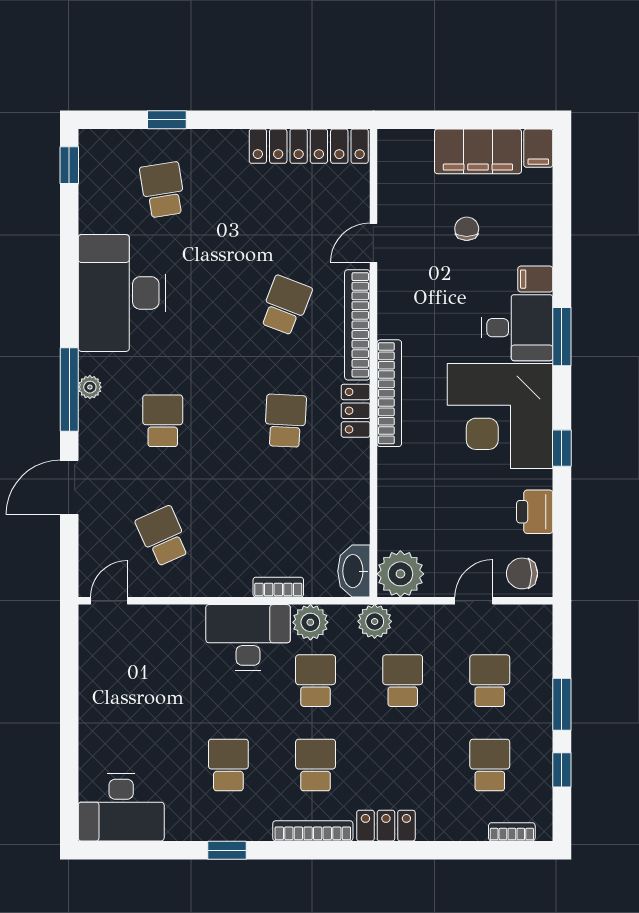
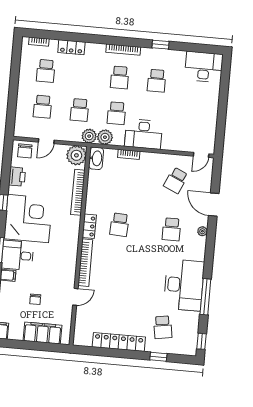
locker: (309, 146) -> (119, 342), moved
filing cabinet: (478, 151) -> (43, 333), moved
school desk: (285, 305) -> (115, 274), removed
plant: (90, 387) -> (202, 231), moved
window: (69, 390) -> (205, 297), moved
bookcase: (389, 393) -> (78, 192), moved
door: (69, 487) -> (214, 205), swing flipped
school desk: (163, 536) -> (176, 180), turned 48
chair: (522, 573) -> (25, 151), turned 90
plant: (310, 622) -> (105, 137), moved
window: (562, 704) -> (13, 94), removed
window: (562, 770) -> (15, 66), removed
locker: (386, 826) -> (71, 47), moved

